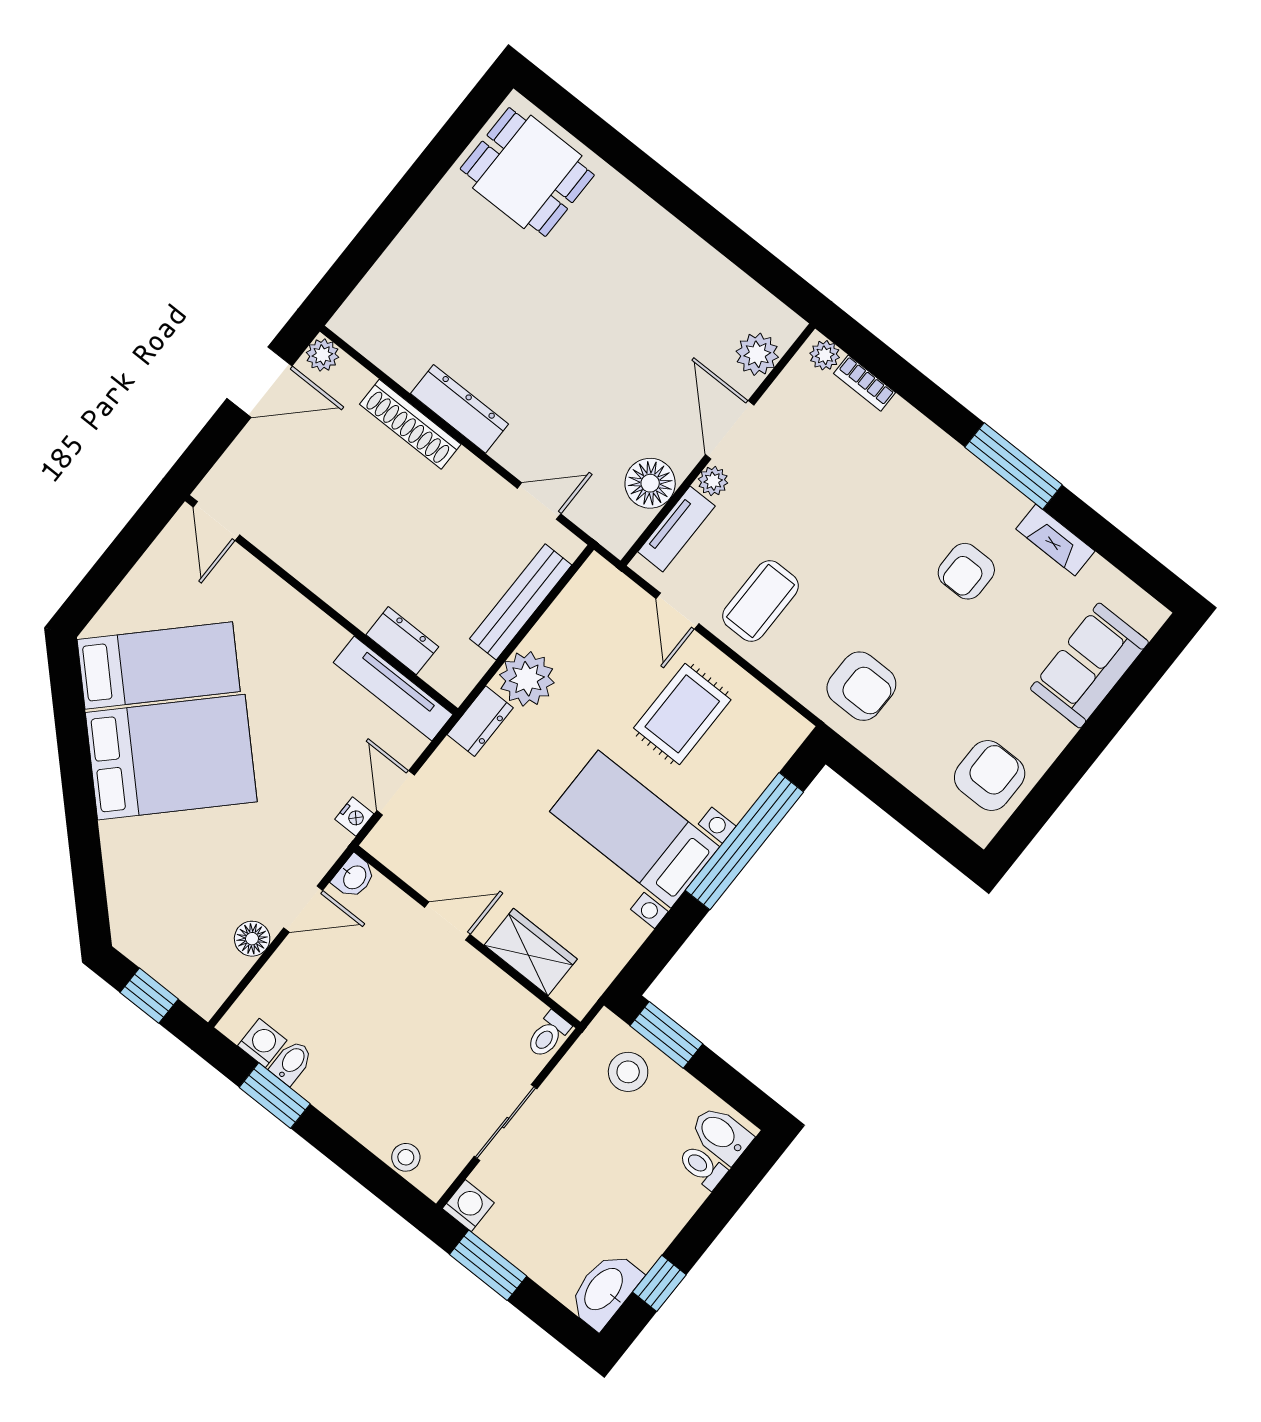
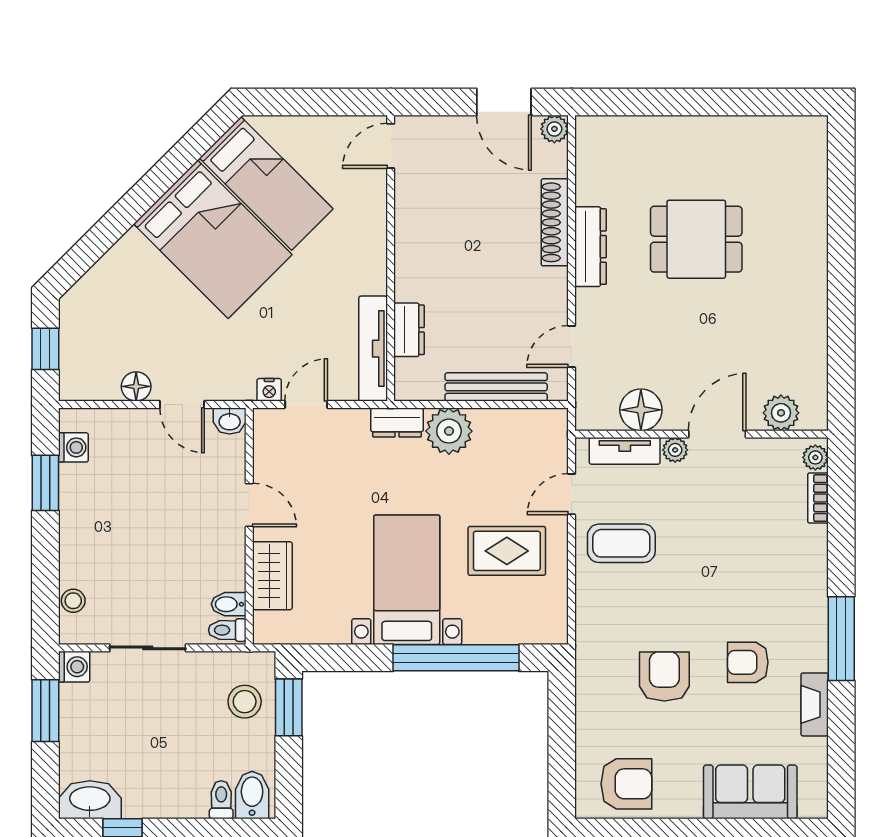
dining table: (527, 172) -> (696, 239), moved, turned 90
door: (539, 501) -> (572, 347), swing flipped
armchair: (861, 686) -> (664, 676), moved, turned 180
bidet: (291, 1062) -> (229, 604), moved, turned 180

